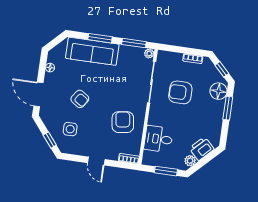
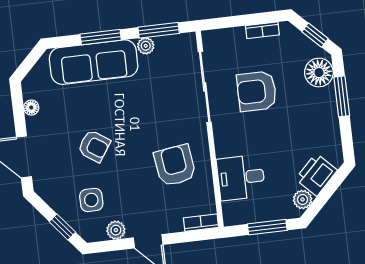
plant: (149, 53) -> (146, 46), moved
plant: (80, 150) -> (116, 230), added

